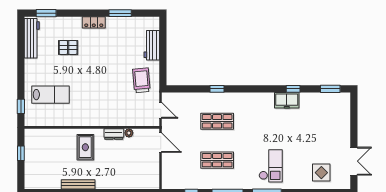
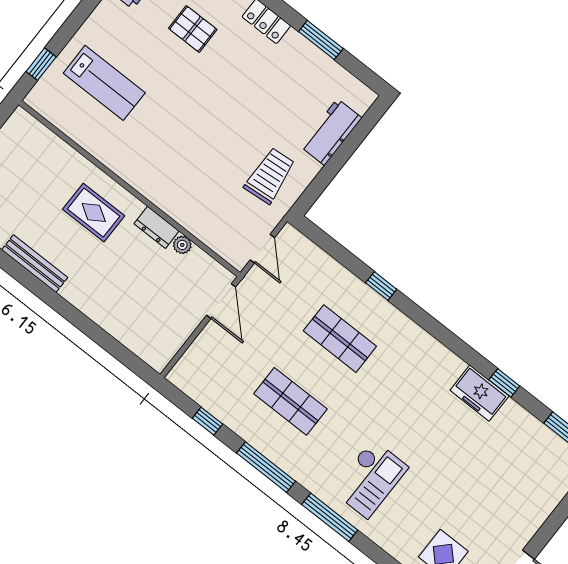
rug: (85, 147) -> (94, 213), turned 90

